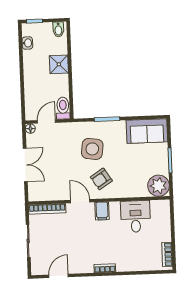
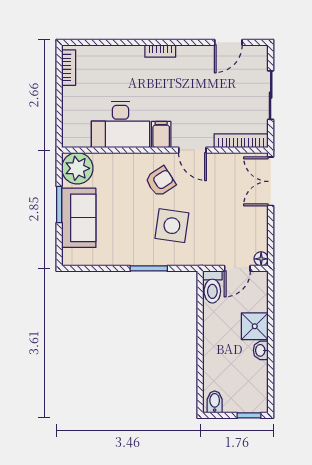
washbasin: (27, 43) -> (261, 350), moved
shower: (59, 64) -> (255, 326), moved
sofa: (147, 131) -> (79, 218), moved, turned 90
double door: (25, 165) -> (271, 181), moved
desk: (136, 216) -> (120, 125), width x1.37

